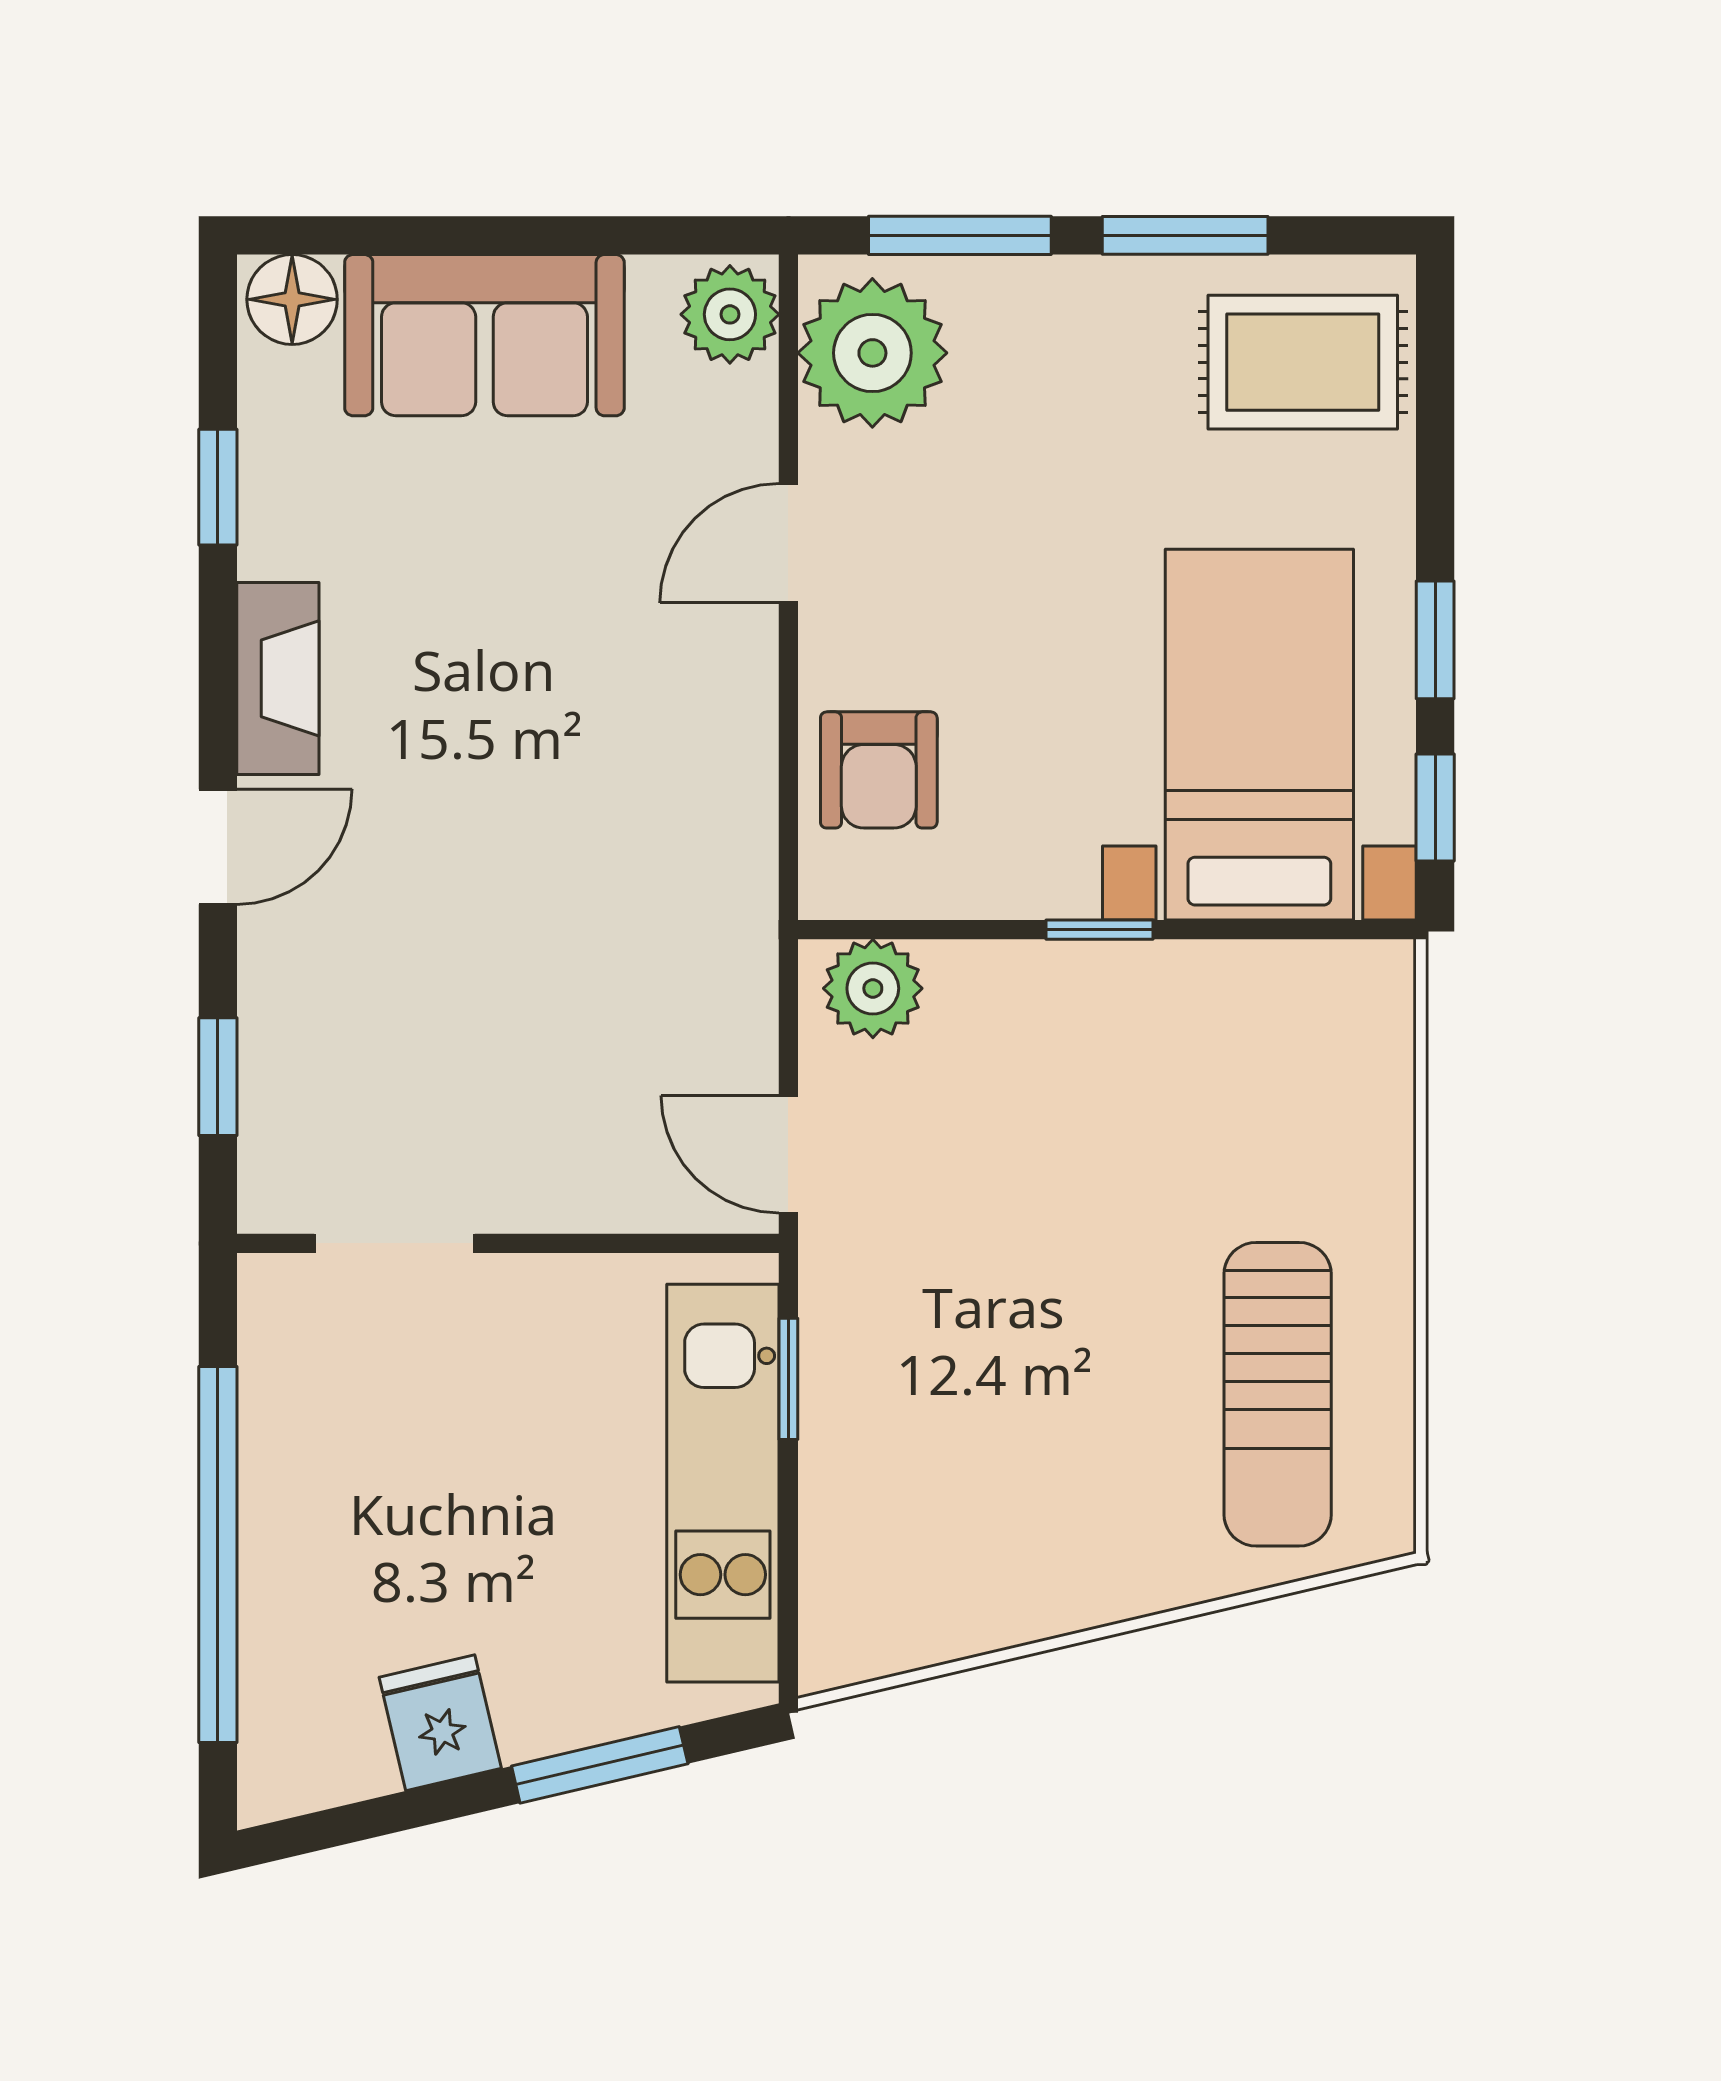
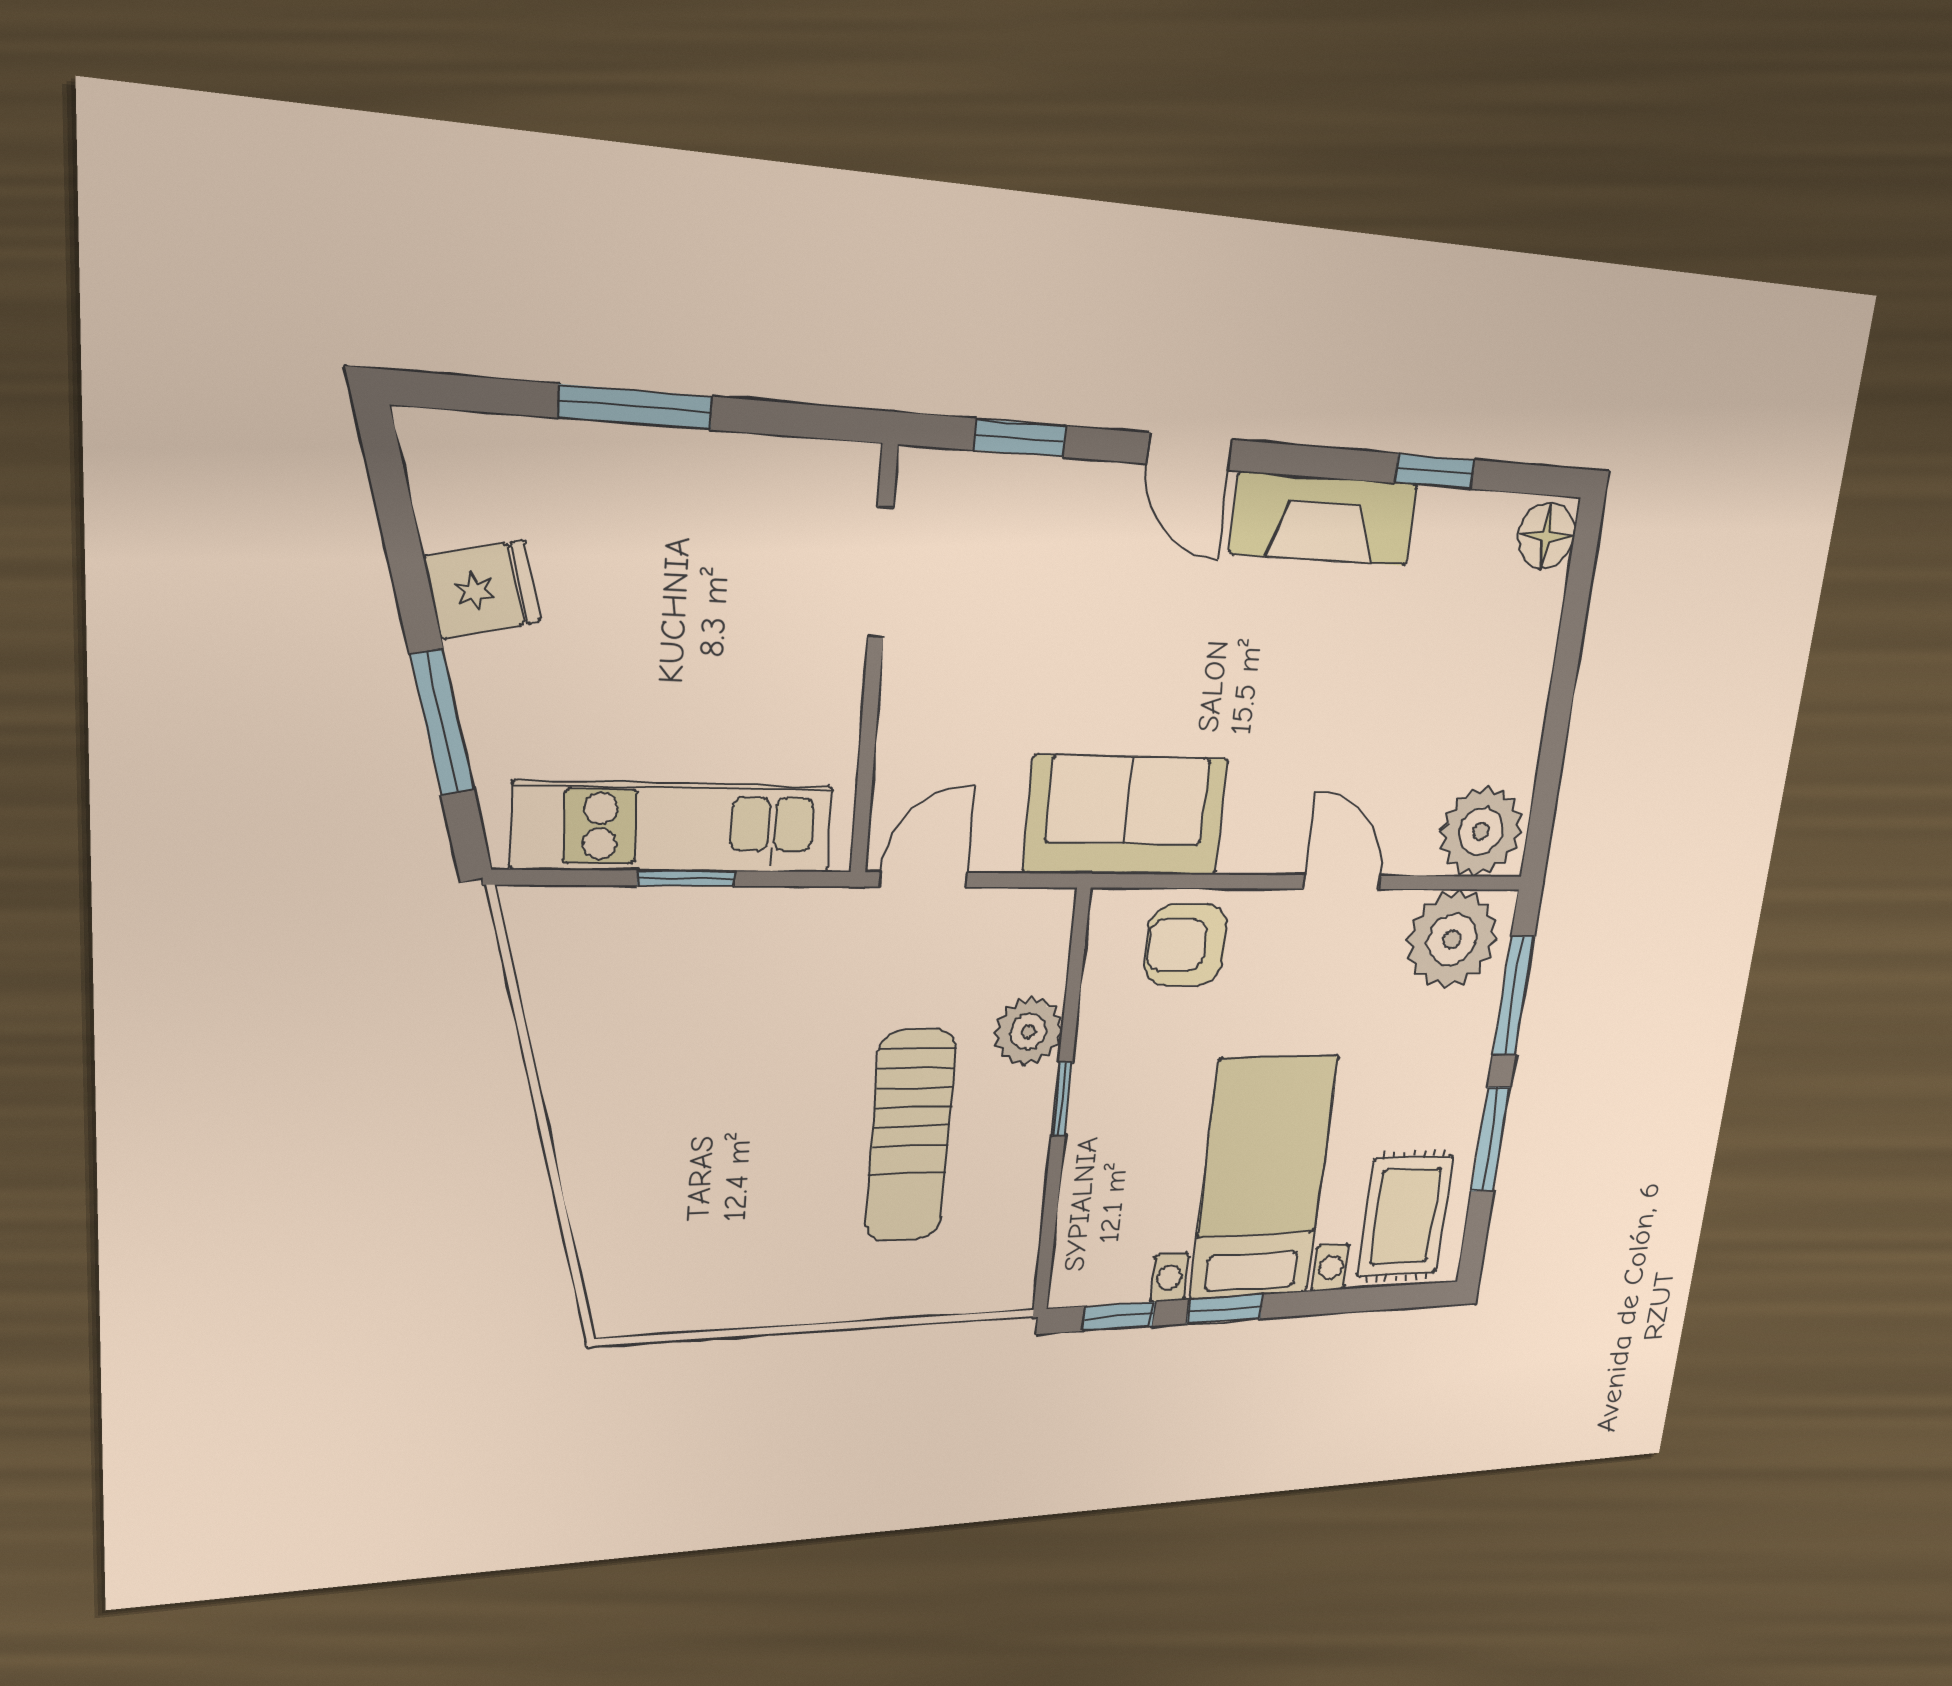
plant: (730, 314) -> (1481, 831), width x1.36, depth x1.36
sofa: (484, 335) -> (1126, 816), moved, turned 90
fireplace: (278, 678) -> (1324, 519), width x1.37, depth x1.32
bed with nightstands: (1259, 735) -> (1264, 1178), moved, turned -90
plant: (873, 988) -> (1028, 1031), moved
window: (788, 1379) -> (686, 878), moved
sun lounger: (1278, 1394) -> (911, 1136), moved, turned -90
window: (218, 1554) -> (636, 407), width x0.47

